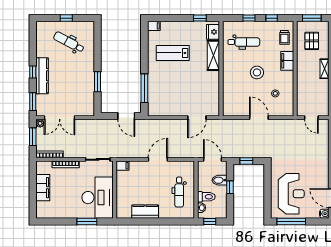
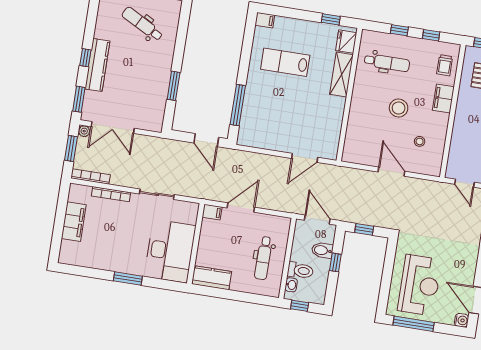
filing cabinet: (123, 166) -> (212, 212), moved
wall: (115, 190) -> (196, 244), moved
desk: (98, 198) -> (170, 251), moved

